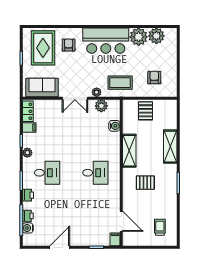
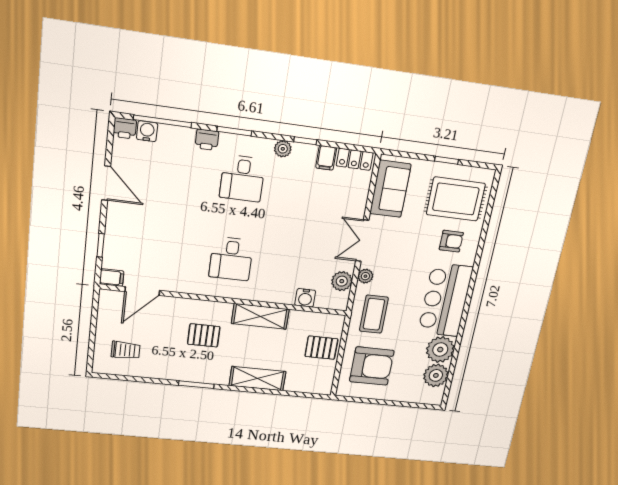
armchair: (154, 78) -> (372, 366), width x1.88, depth x1.88
pallet: (145, 183) -> (204, 335), turned 90
printer: (28, 216) -> (125, 128), moved

